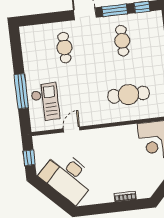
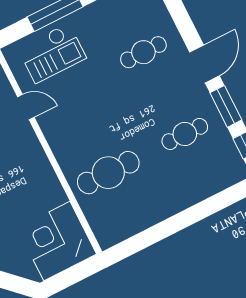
cafe table: (129, 95) -> (108, 173), turned 90

